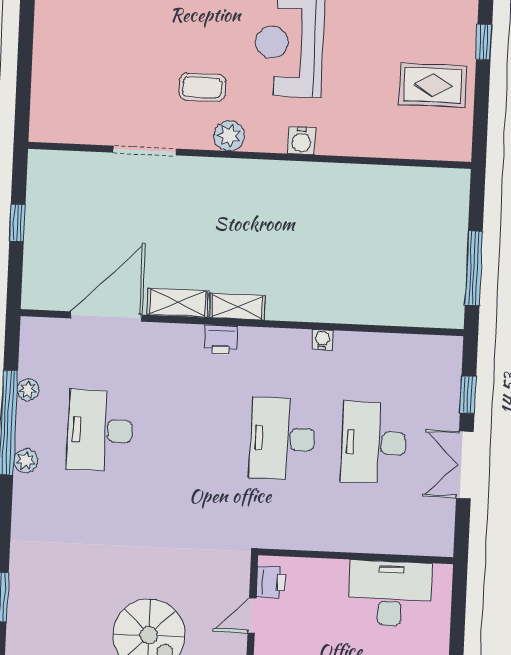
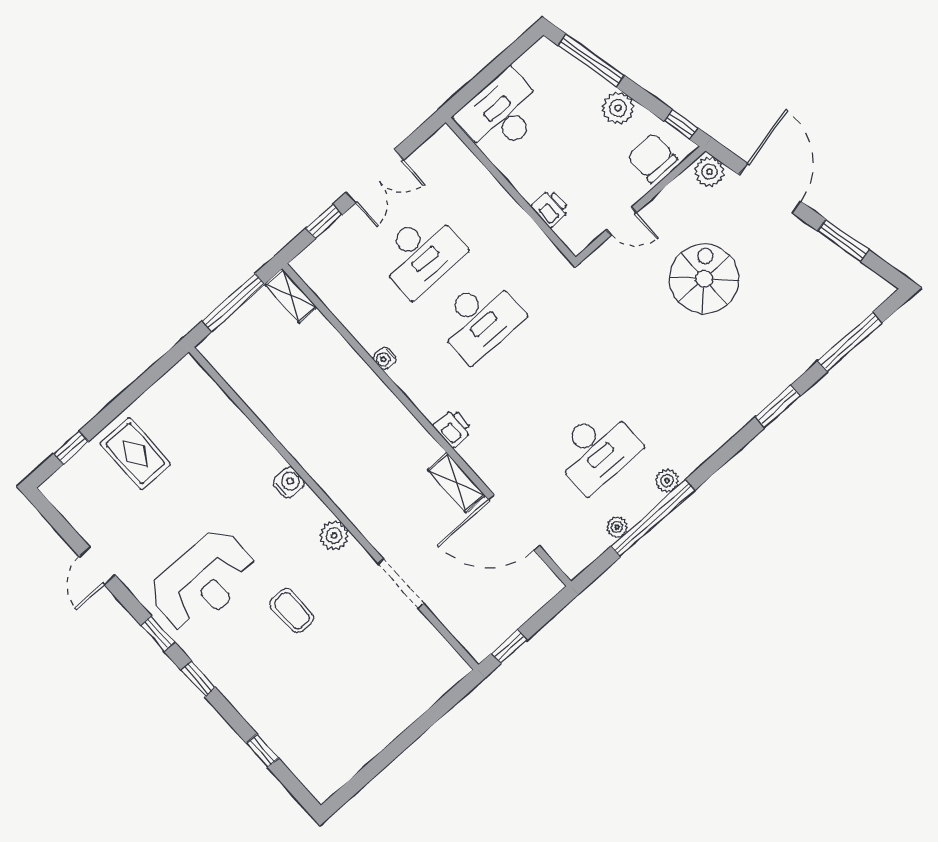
plant: (229, 136) -> (334, 536), moved
water cooler: (302, 141) -> (289, 482), moved
doorway: (145, 151) -> (401, 584), moved
wall: (250, 155) -> (334, 508), moved
shelving: (237, 307) -> (291, 296), moved
printer: (271, 582) -> (550, 208), moved, turned 90
desk: (390, 593) -> (501, 114), moved, turned 90

